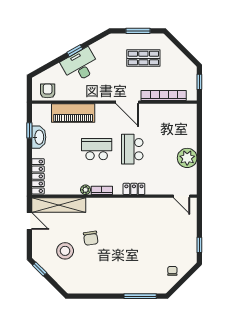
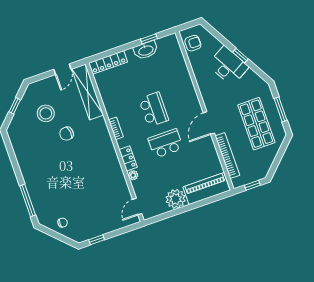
shop shelf: (143, 58) -> (256, 124), width x1.43, depth x1.36
piano: (73, 113) -> (207, 189), moved, turned 90
plant: (85, 190) -> (133, 175), moved
window: (40, 269) -> (15, 106), moved

